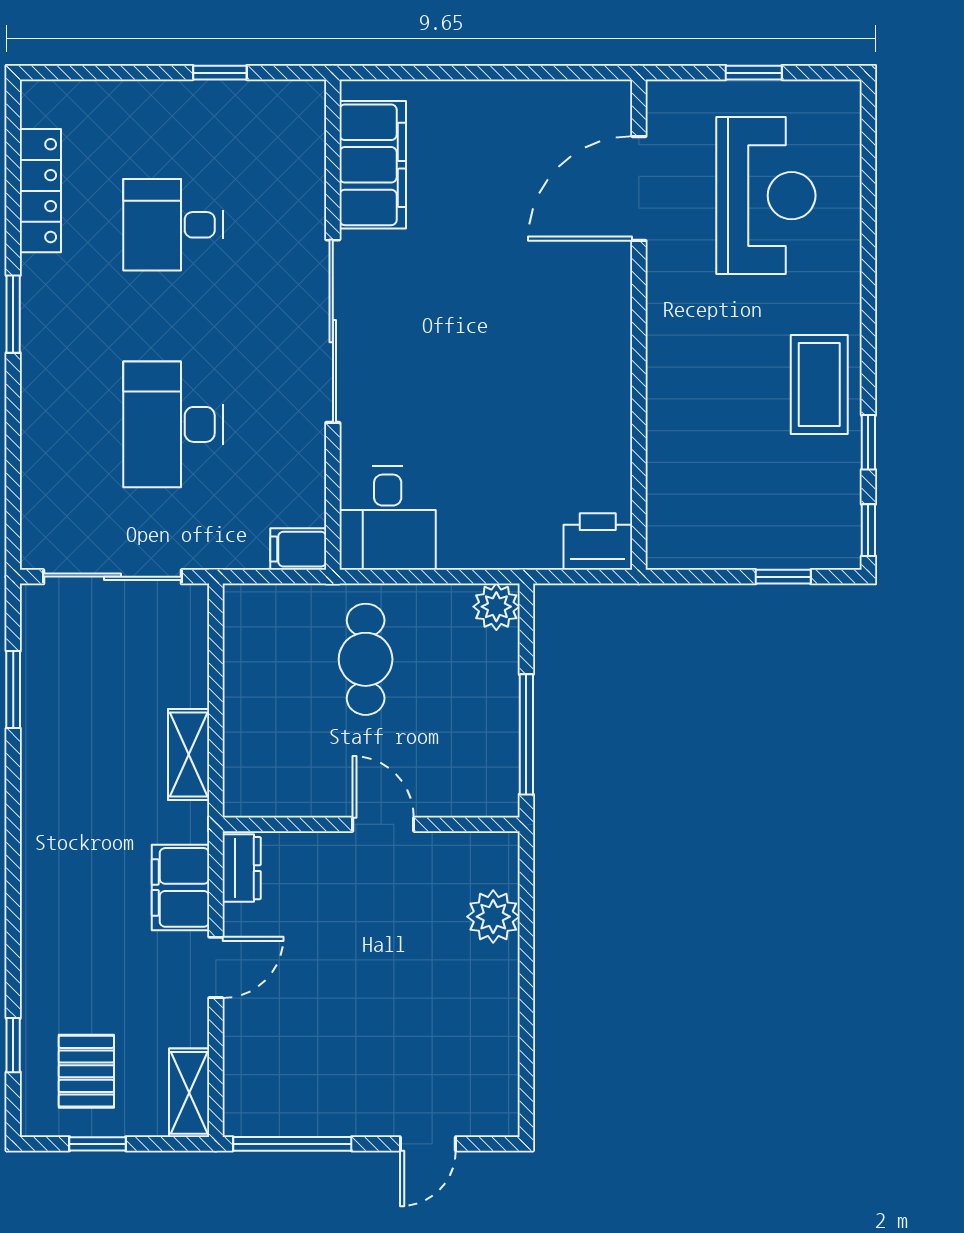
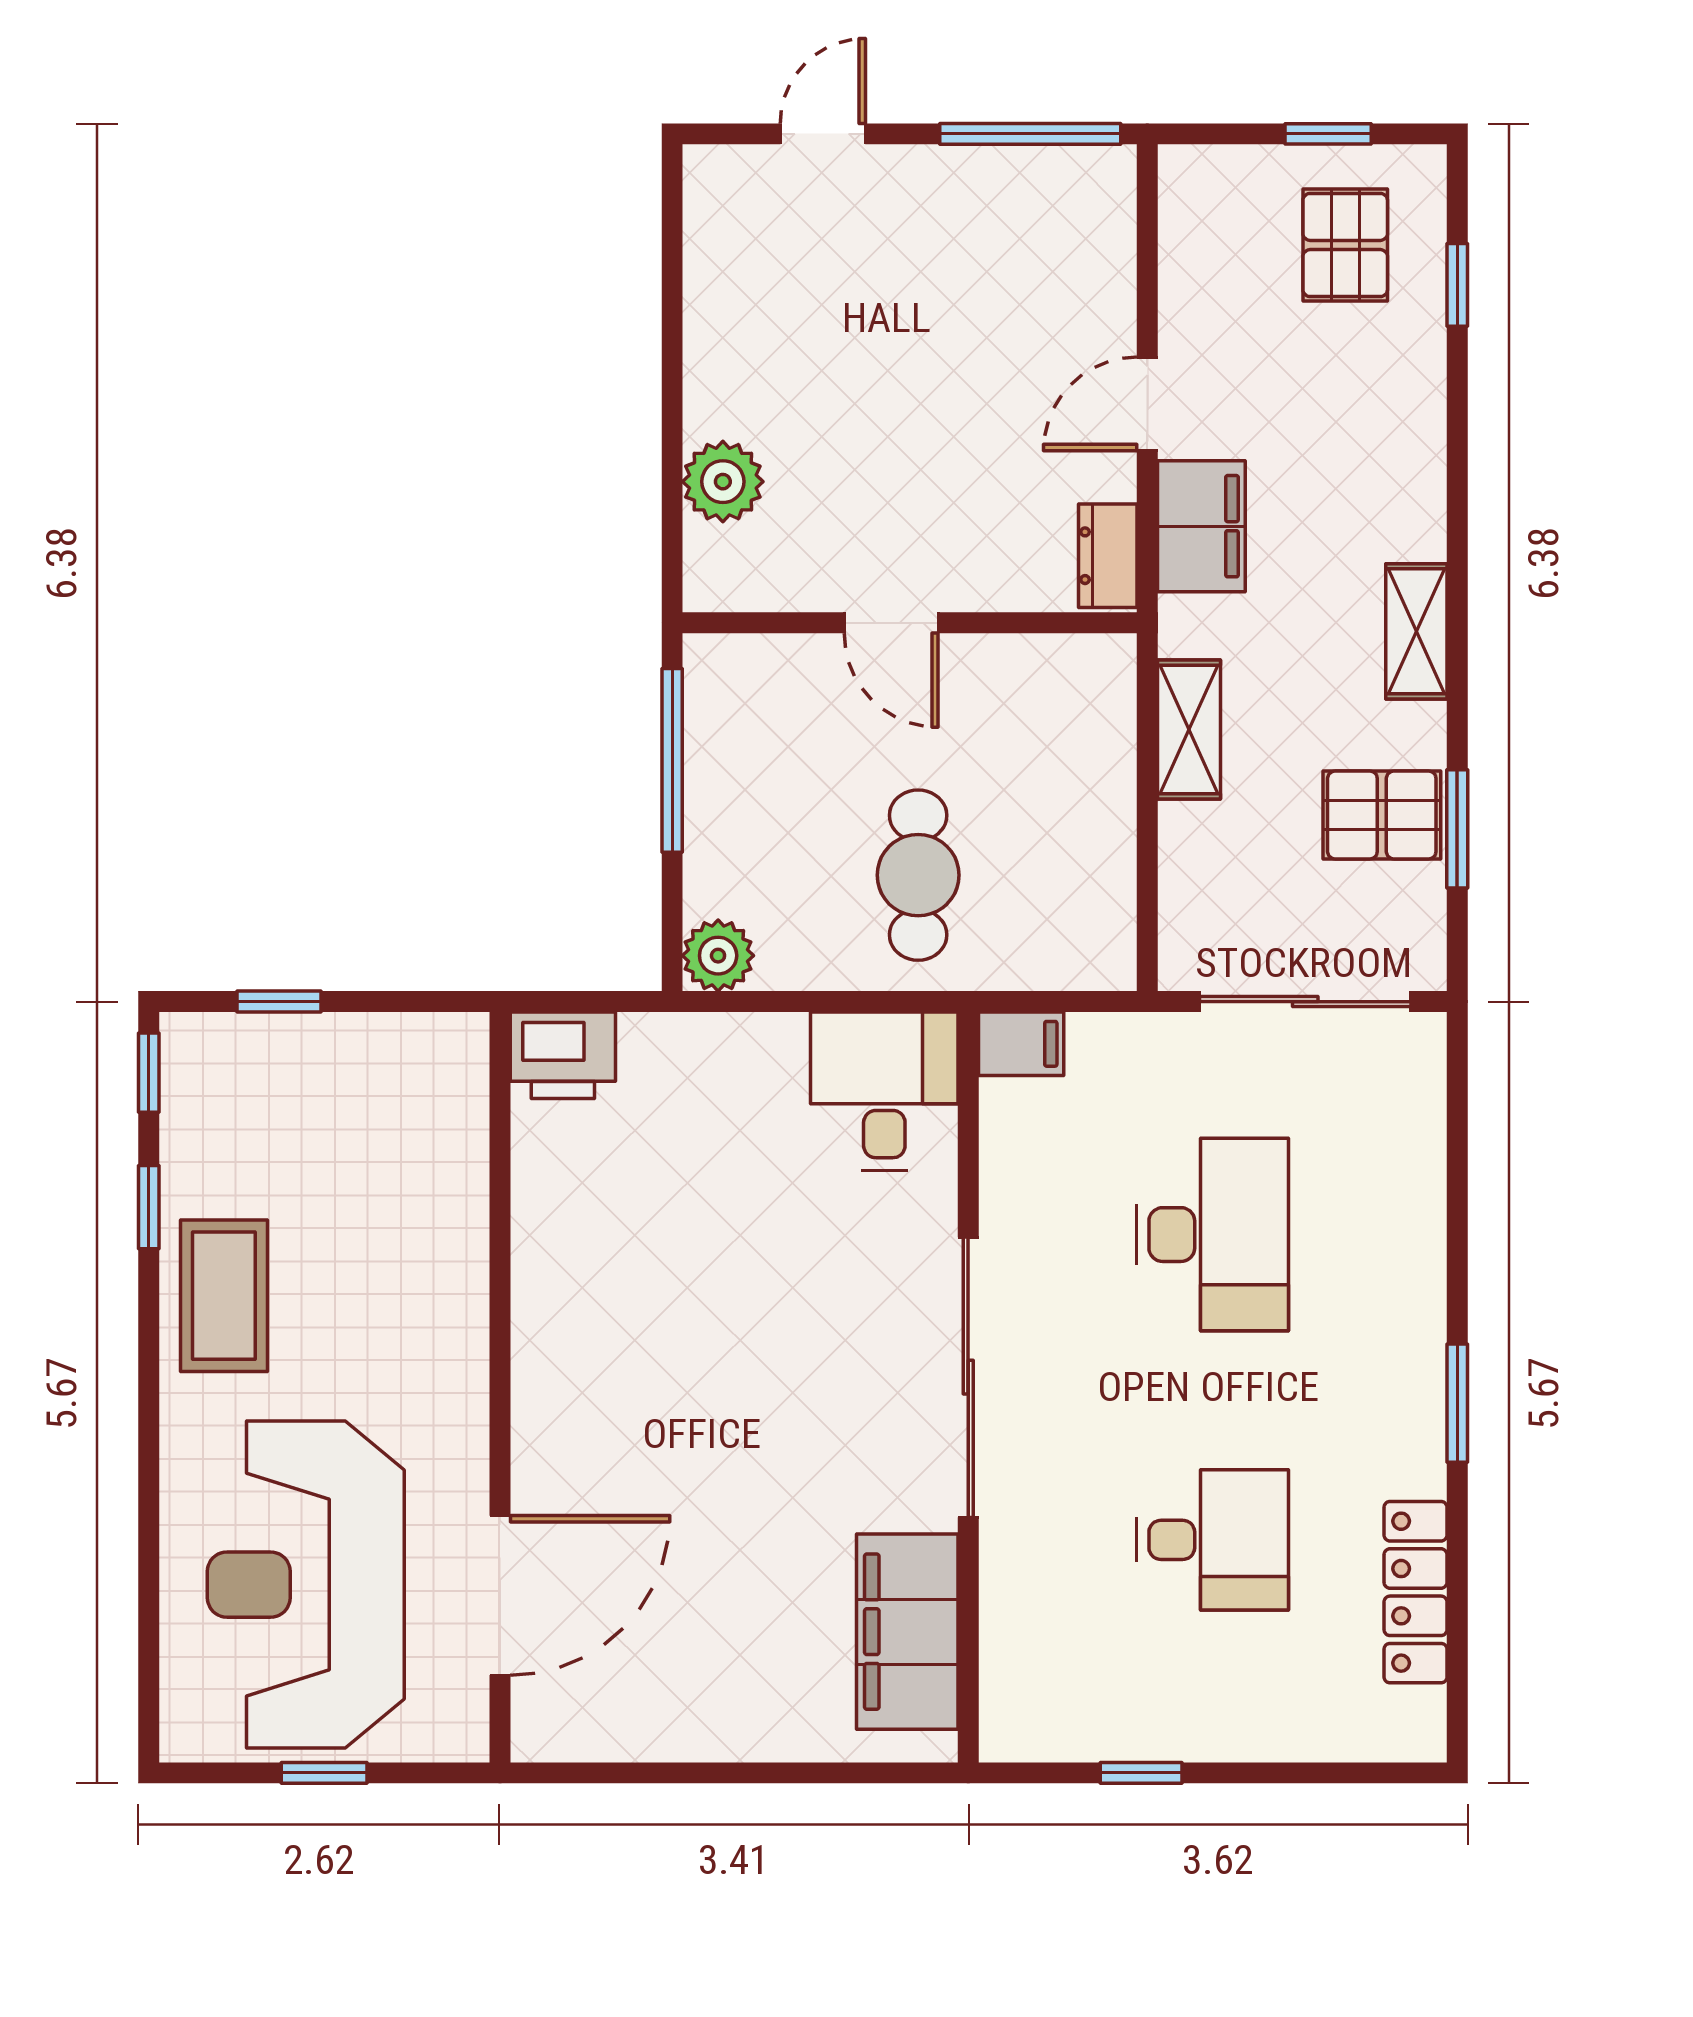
reception desk: (766, 196) -> (306, 1585), width x1.36, depth x1.30
pallet: (62, 699) -> (1382, 815), added
shelving: (189, 1093) -> (1416, 631), moved

